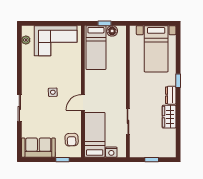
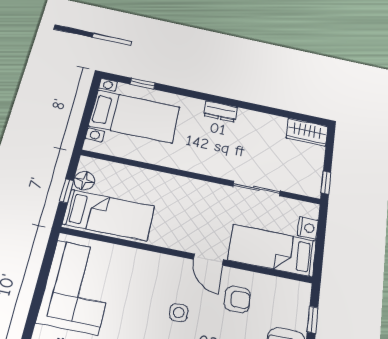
window: (178, 81) -> (142, 84), moved
wardrobe: (169, 117) -> (307, 132), moved
armchair: (72, 140) -> (237, 299), moved
window: (152, 160) -> (326, 183), moved

